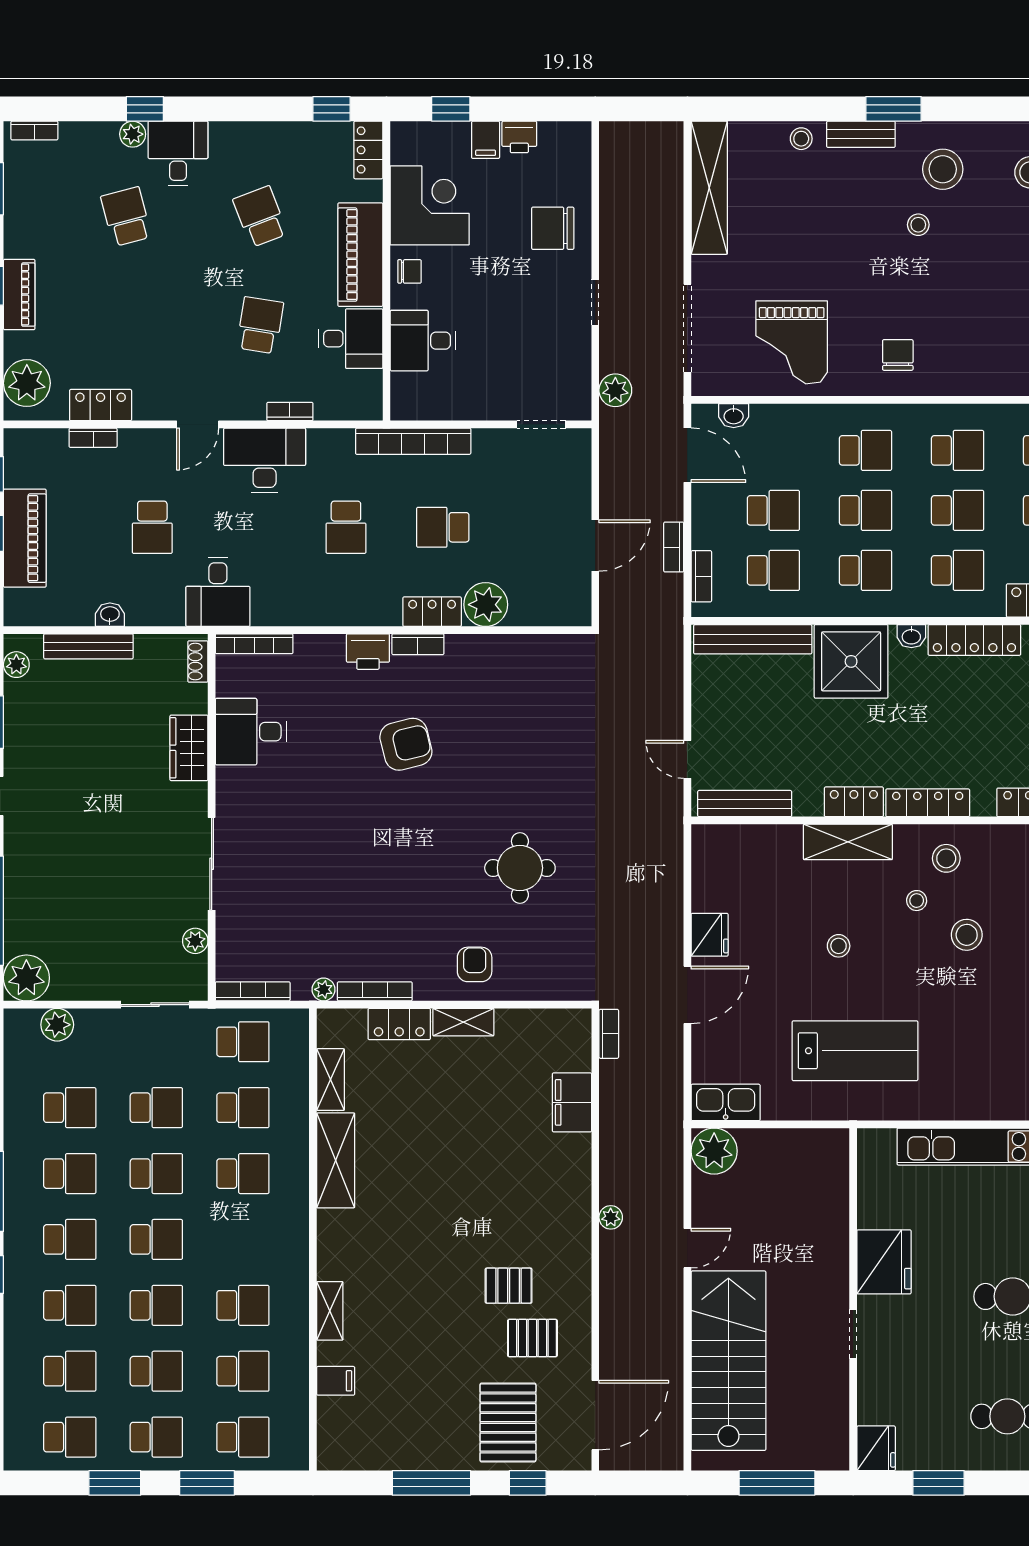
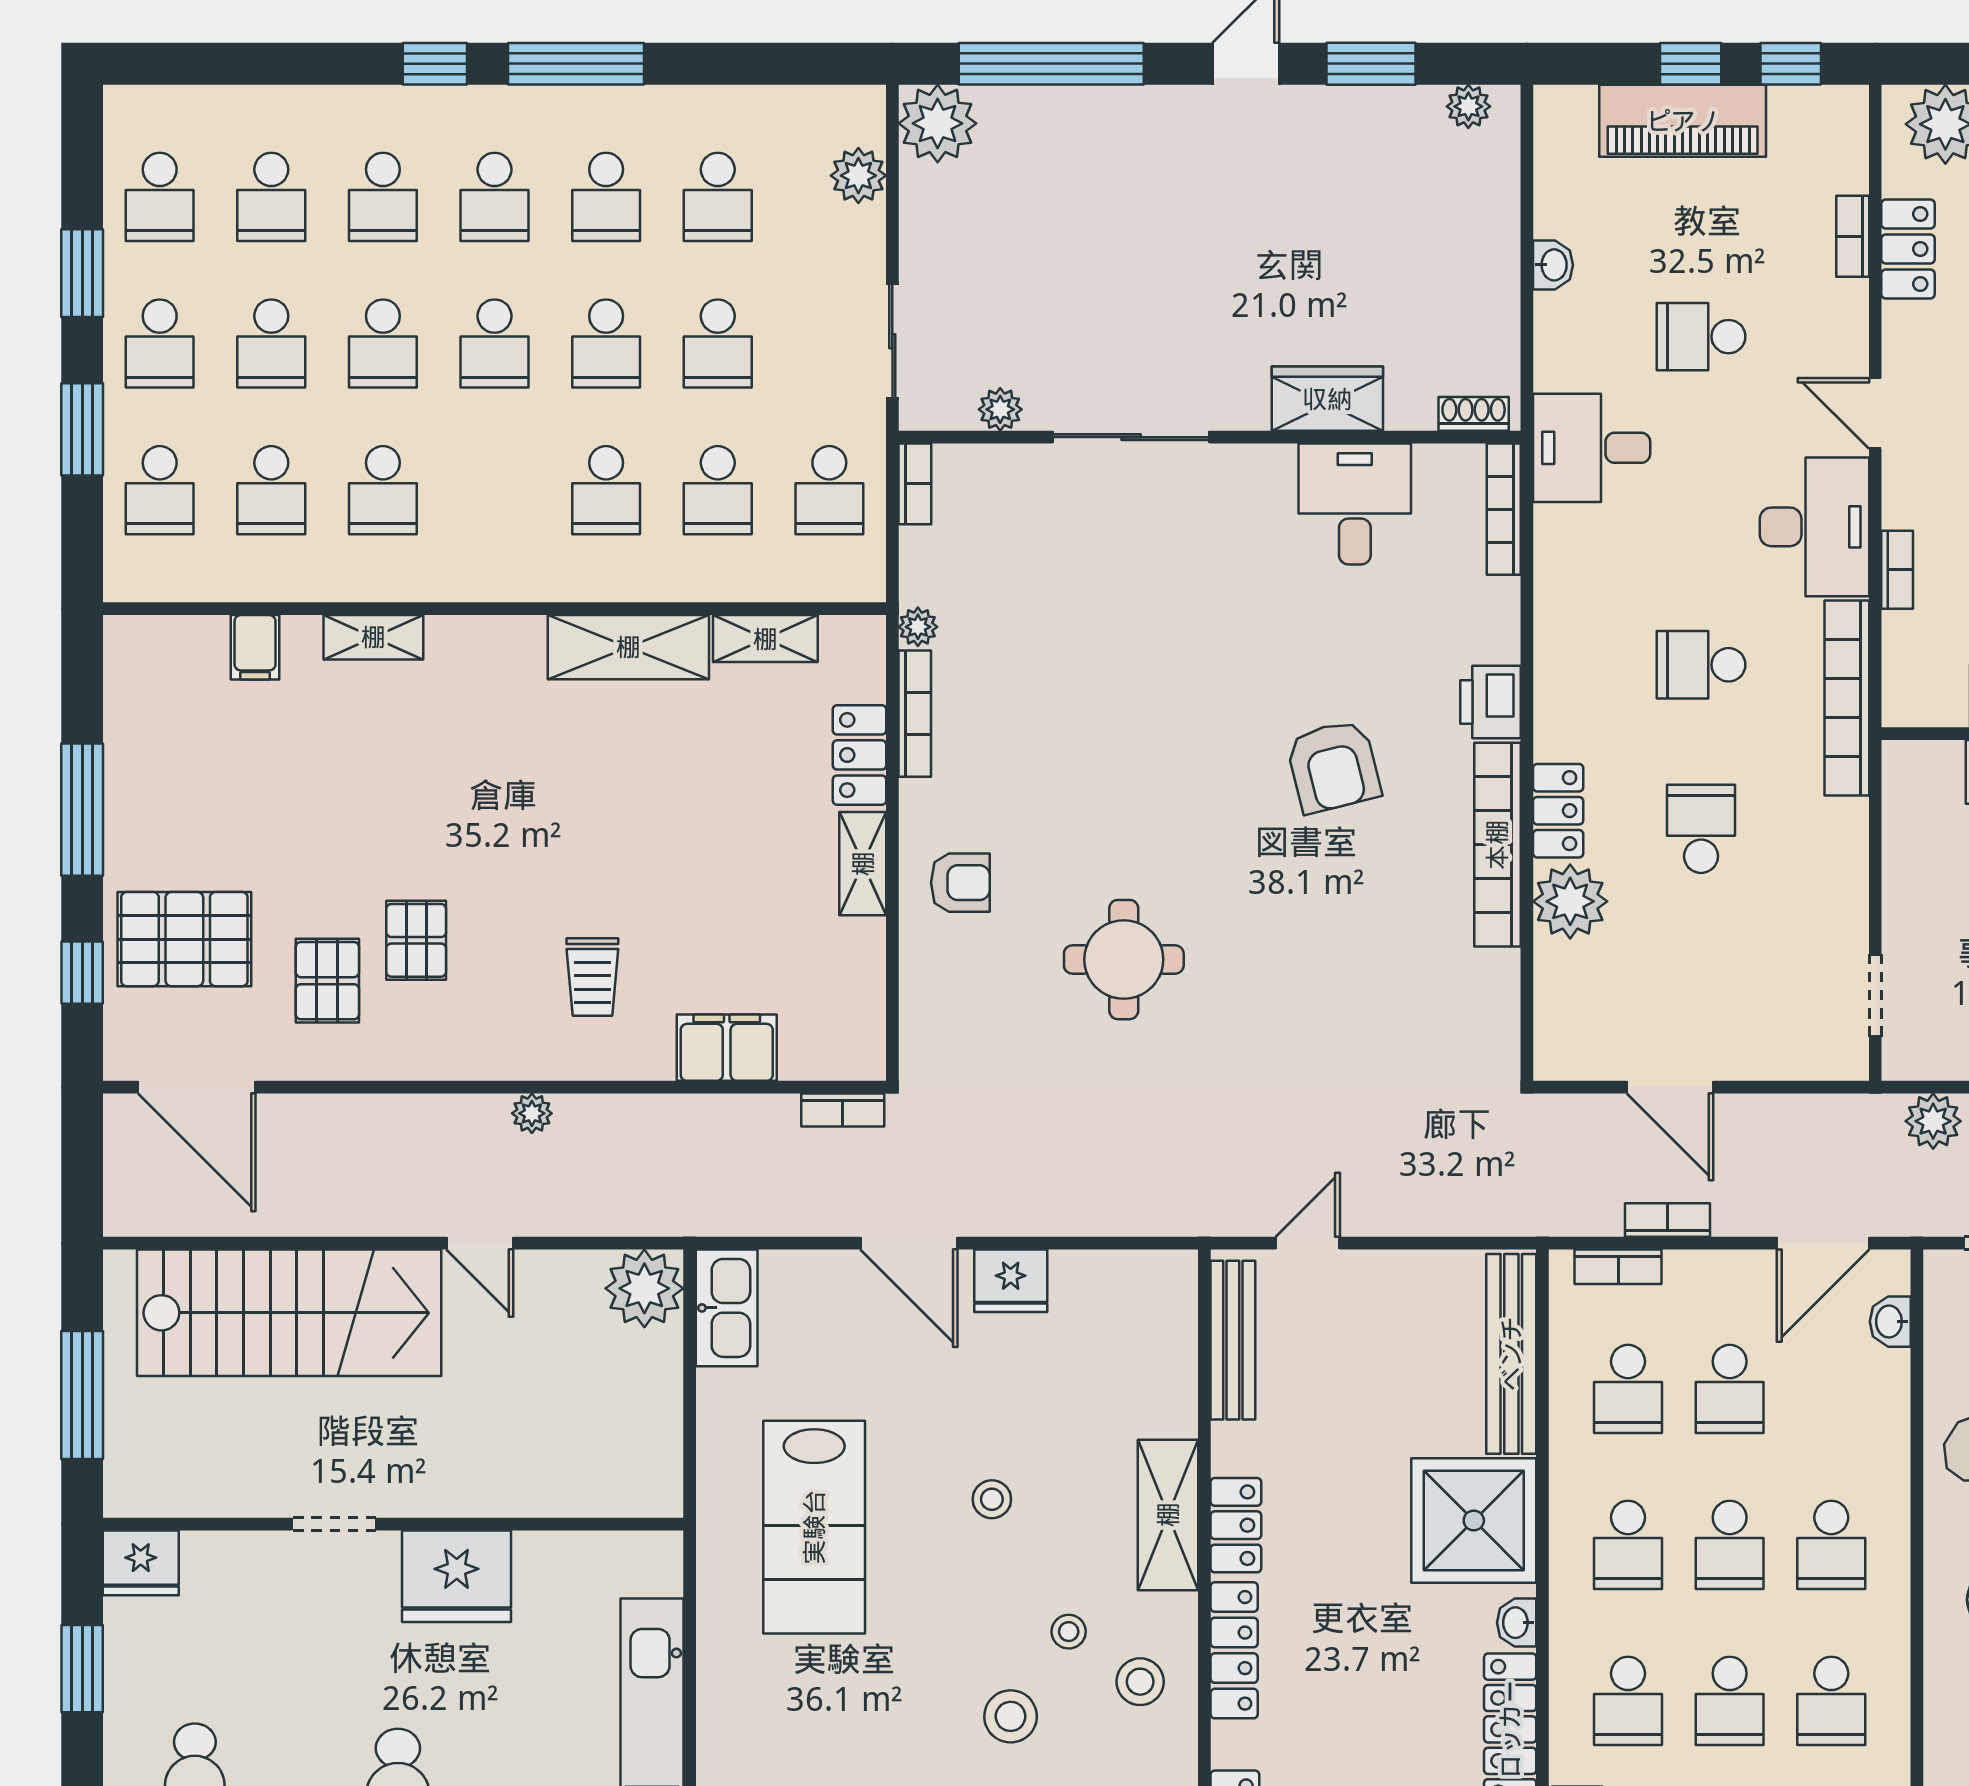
bookcase: (413, 441) -> (1847, 698), moved
bookcase: (418, 644) -> (1497, 845), width x2.31, depth x1.31
bench: (88, 646) -> (1499, 228), removed
bookcase: (253, 991) -> (915, 484), width x0.64
trolley: (530, 1182) -> (592, 977), added

